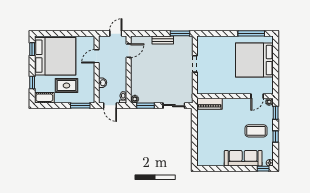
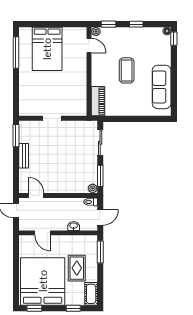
bed: (254, 60) -> (47, 49), width x0.73
coffee table: (256, 131) -> (127, 70), moved
sofa: (243, 158) -> (162, 87), moved

